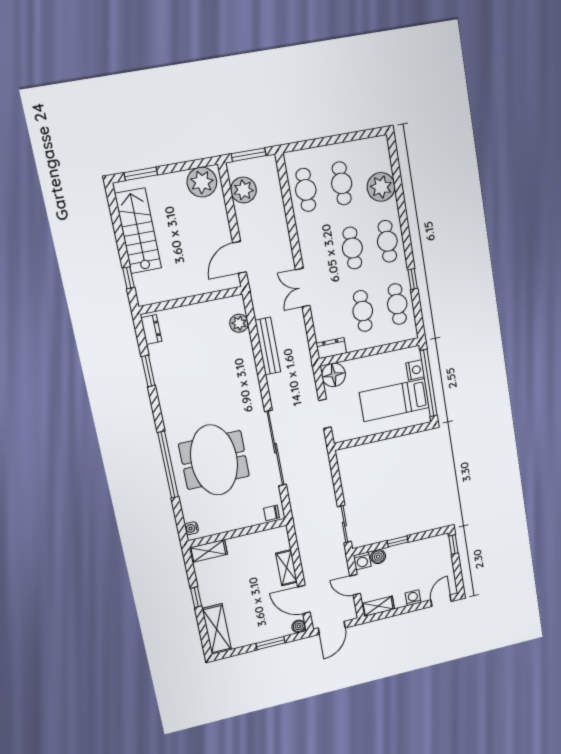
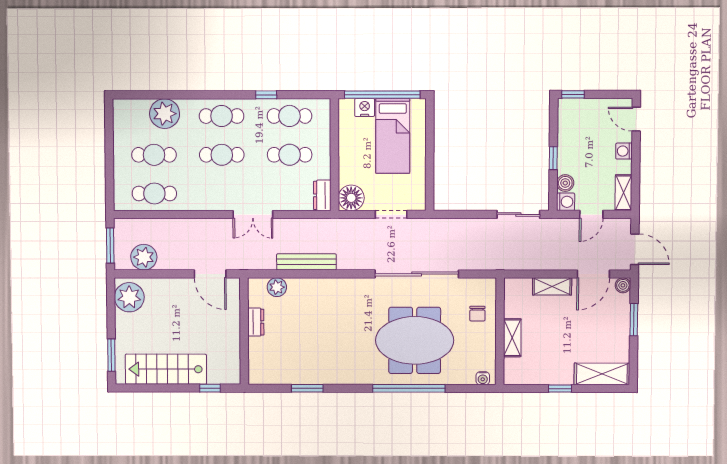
dresser: (151, 330) -> (256, 322), moved, turned 90
chair: (272, 513) -> (477, 314), moved
shelving: (208, 551) -> (512, 338), moved

